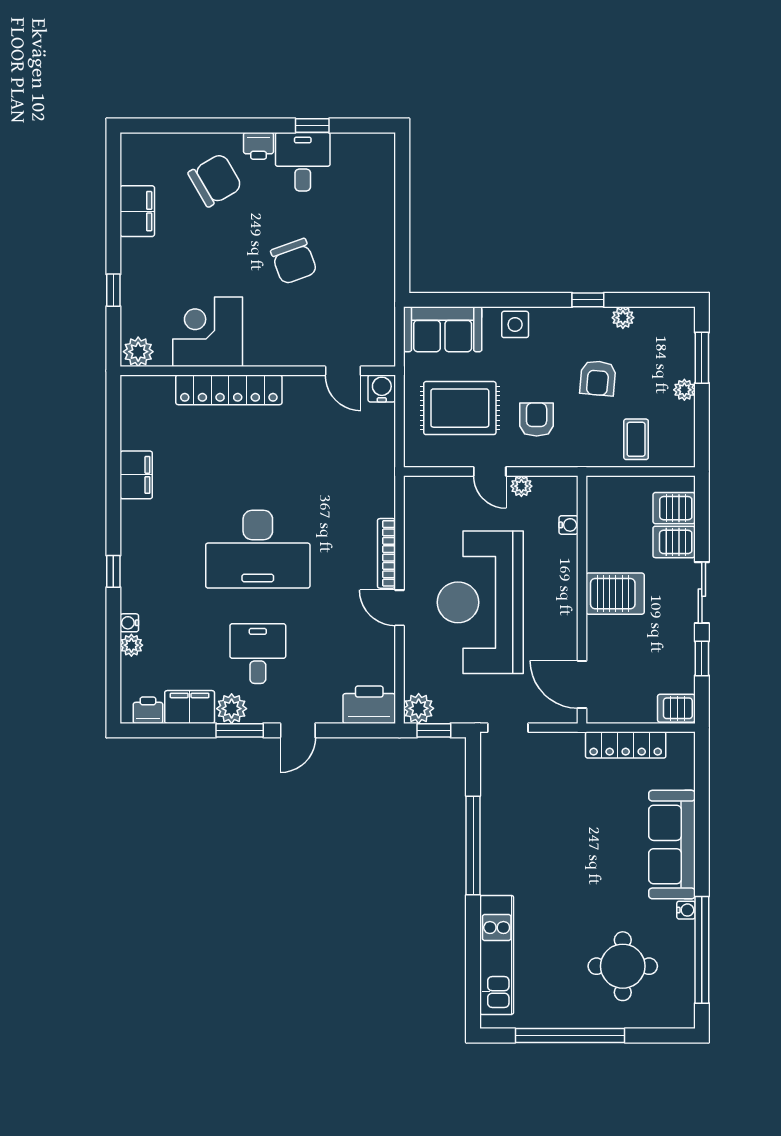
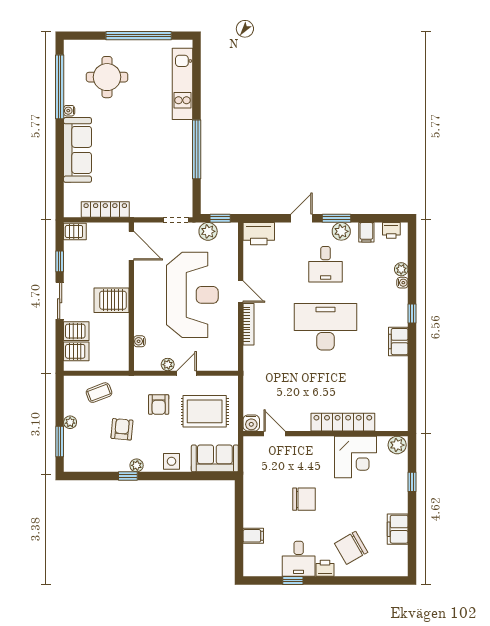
filing cabinet: (378, 200) -> (253, 536), added
chair: (294, 261) -> (304, 499), turned 110
plant: (623, 318) -> (137, 465), moved
coffee table: (636, 439) -> (99, 393), turned 69
door: (490, 472) -> (187, 373), hinge flipped
filing cabinet: (136, 475) -> (398, 342), moved
filing cabinet: (190, 707) -> (366, 232), width x0.50
plant: (419, 708) -> (208, 231), moved

